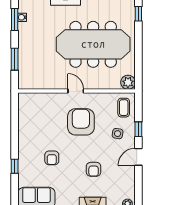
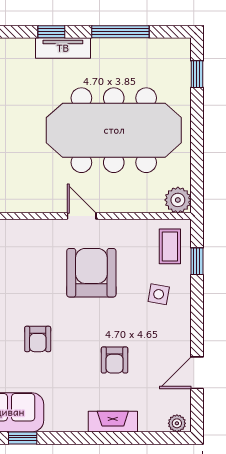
window: (138, 129) -> (197, 261), moved
door: (138, 157) -> (197, 373), moved

